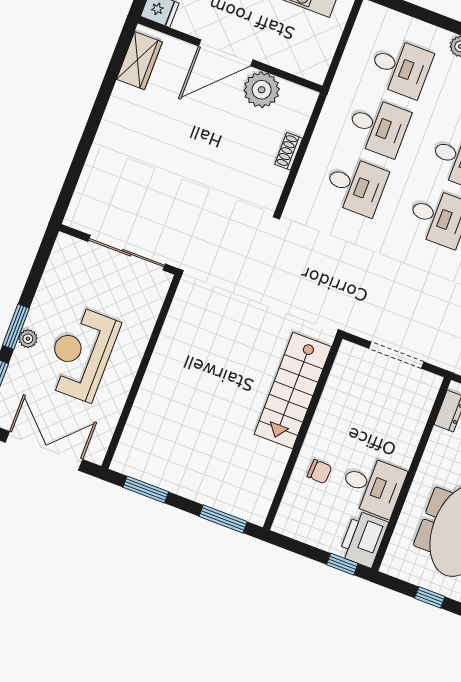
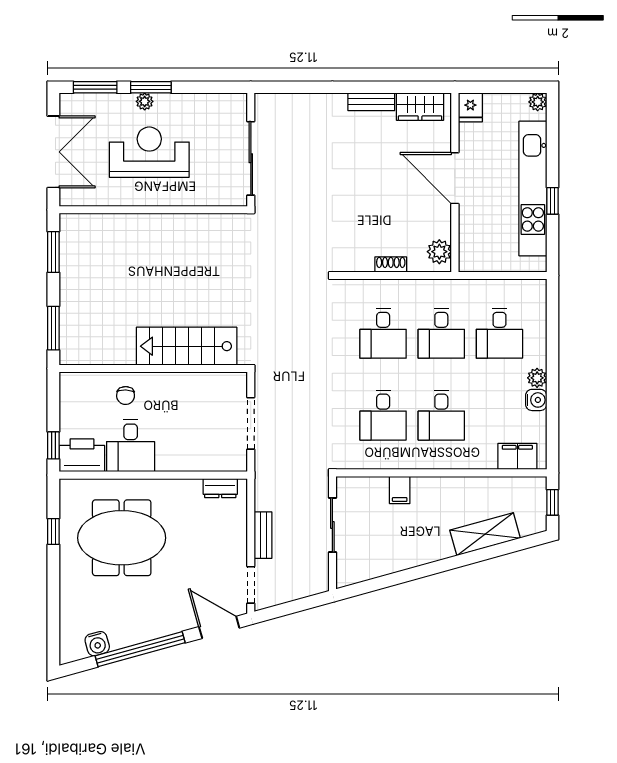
plant: (262, 90) -> (439, 252), moved, width x0.73, depth x0.73
bench: (116, 108) -> (371, 102), added

